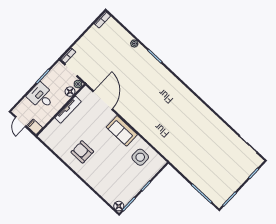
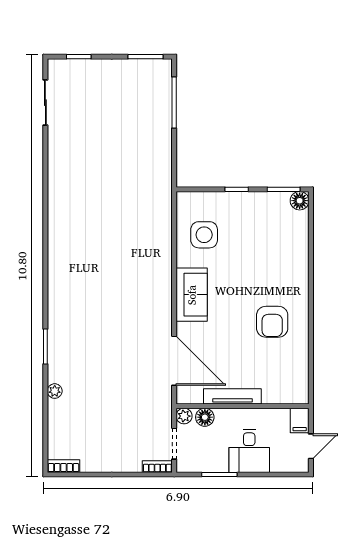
door: (103, 100) -> (174, 361), swing flipped

